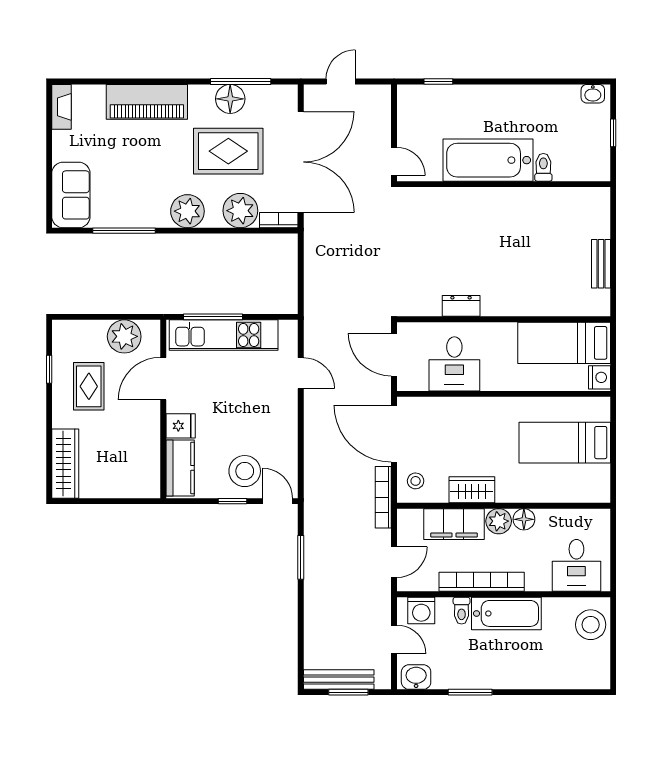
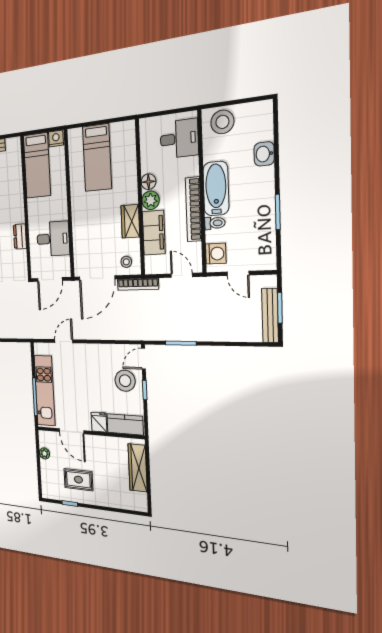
plant: (124, 336) -> (44, 453), width x0.53, depth x0.53
wardrobe: (65, 464) -> (138, 468), moved, turned -90
door: (394, 639) -> (238, 273), swing flipped
washbasin: (416, 677) -> (264, 154), moved

